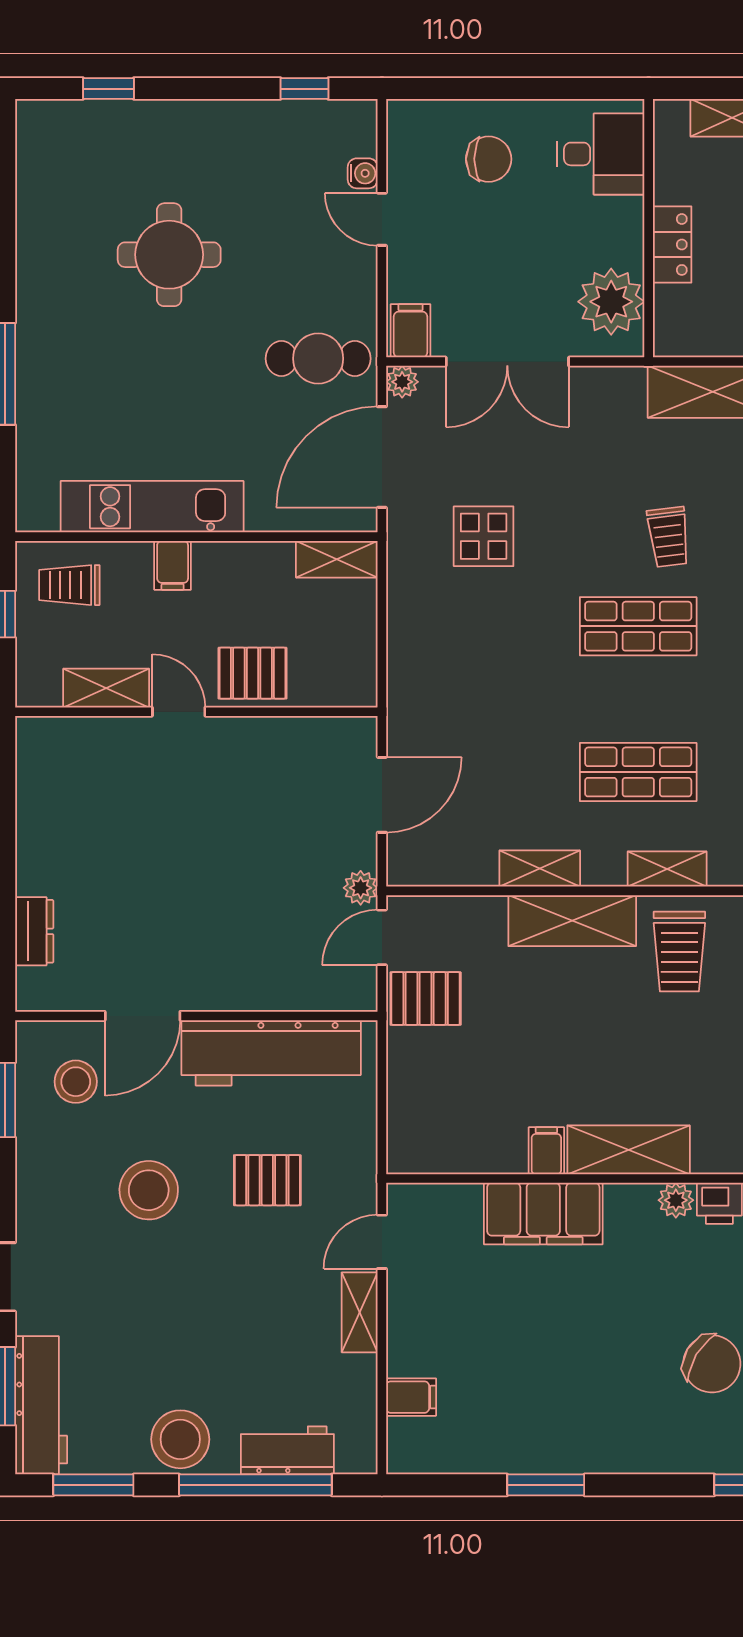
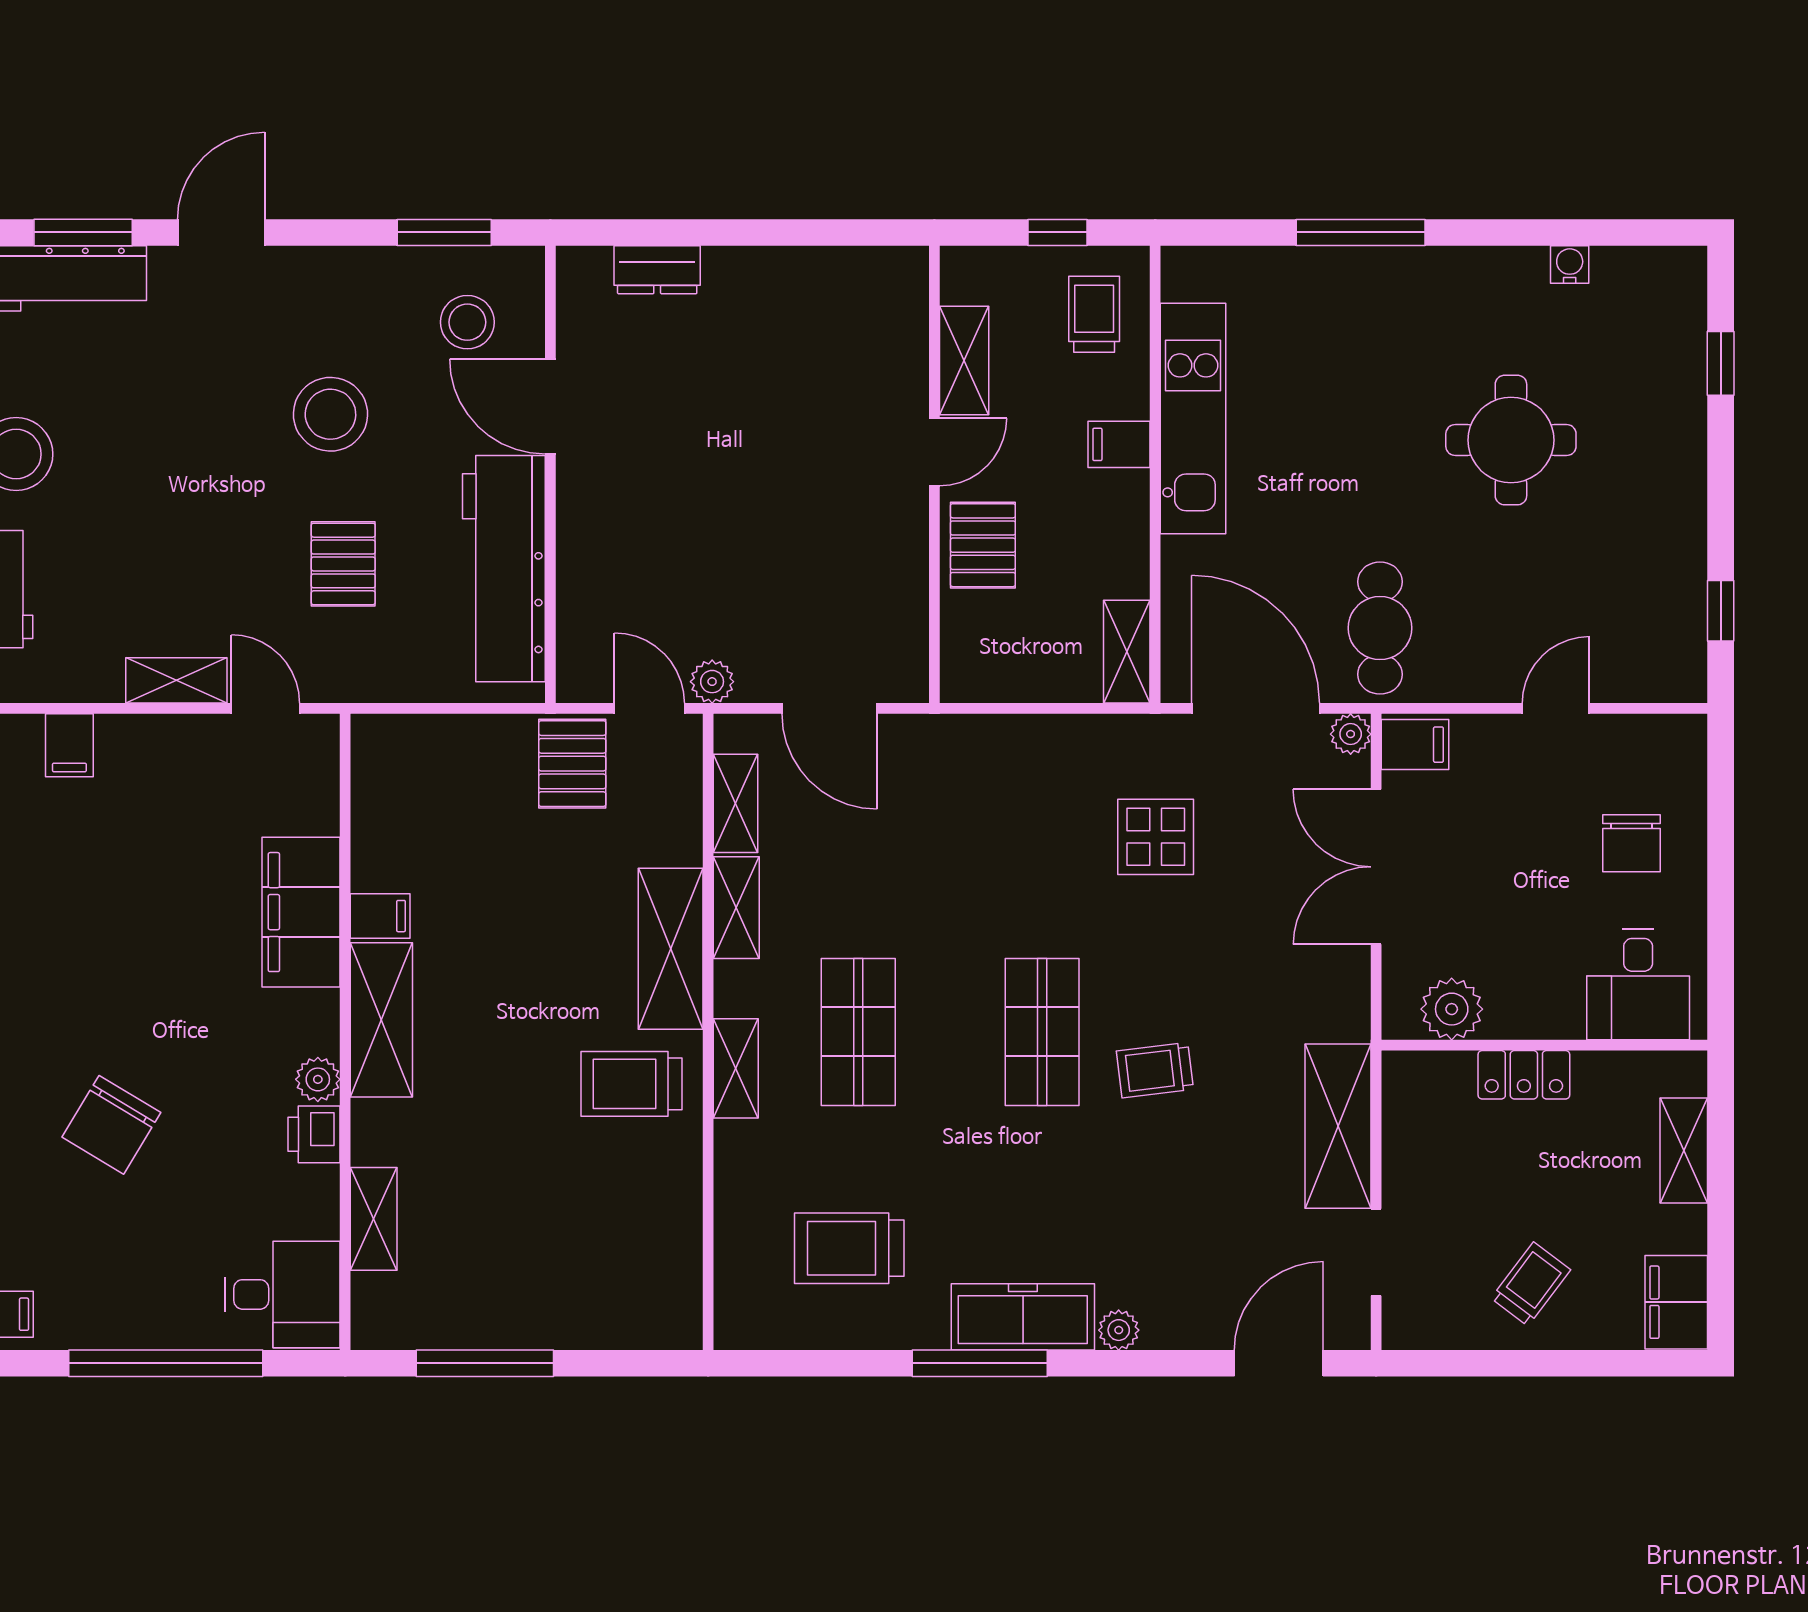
water cooler: (363, 173) -> (1570, 265), moved, turned 180
plant: (611, 302) -> (1452, 1009), width x0.73, depth x0.73
shelving: (457, 869) -> (736, 803), added

